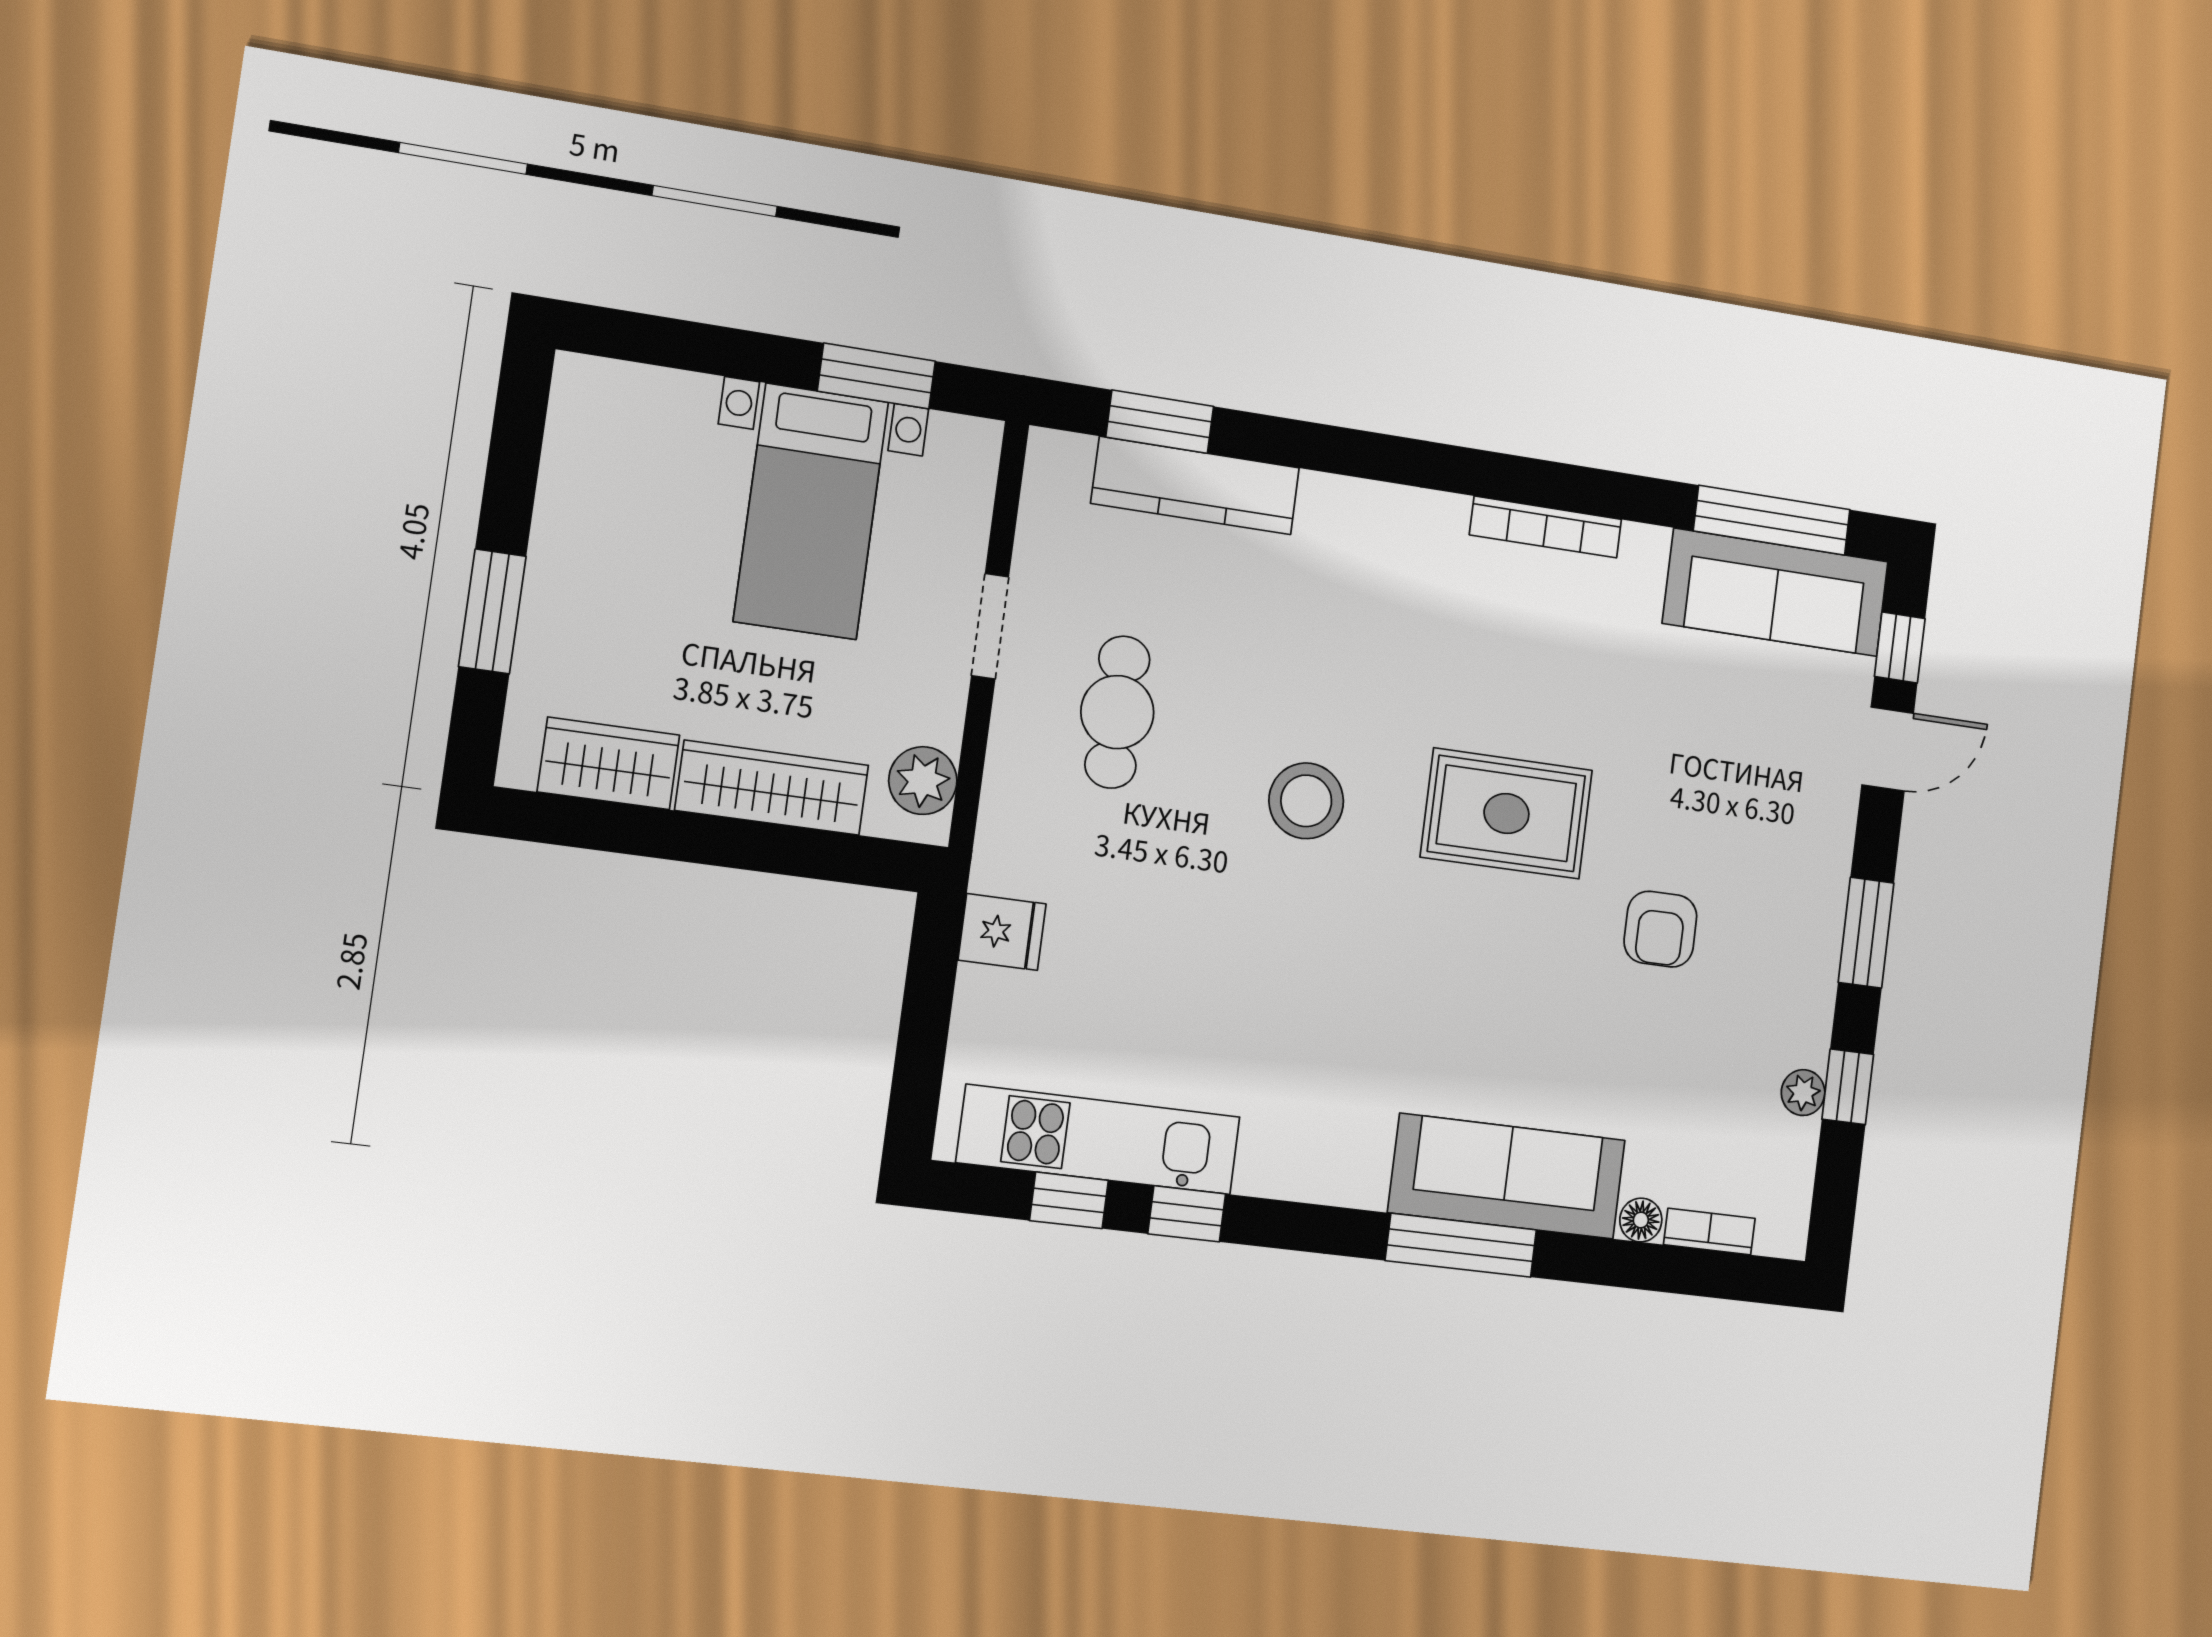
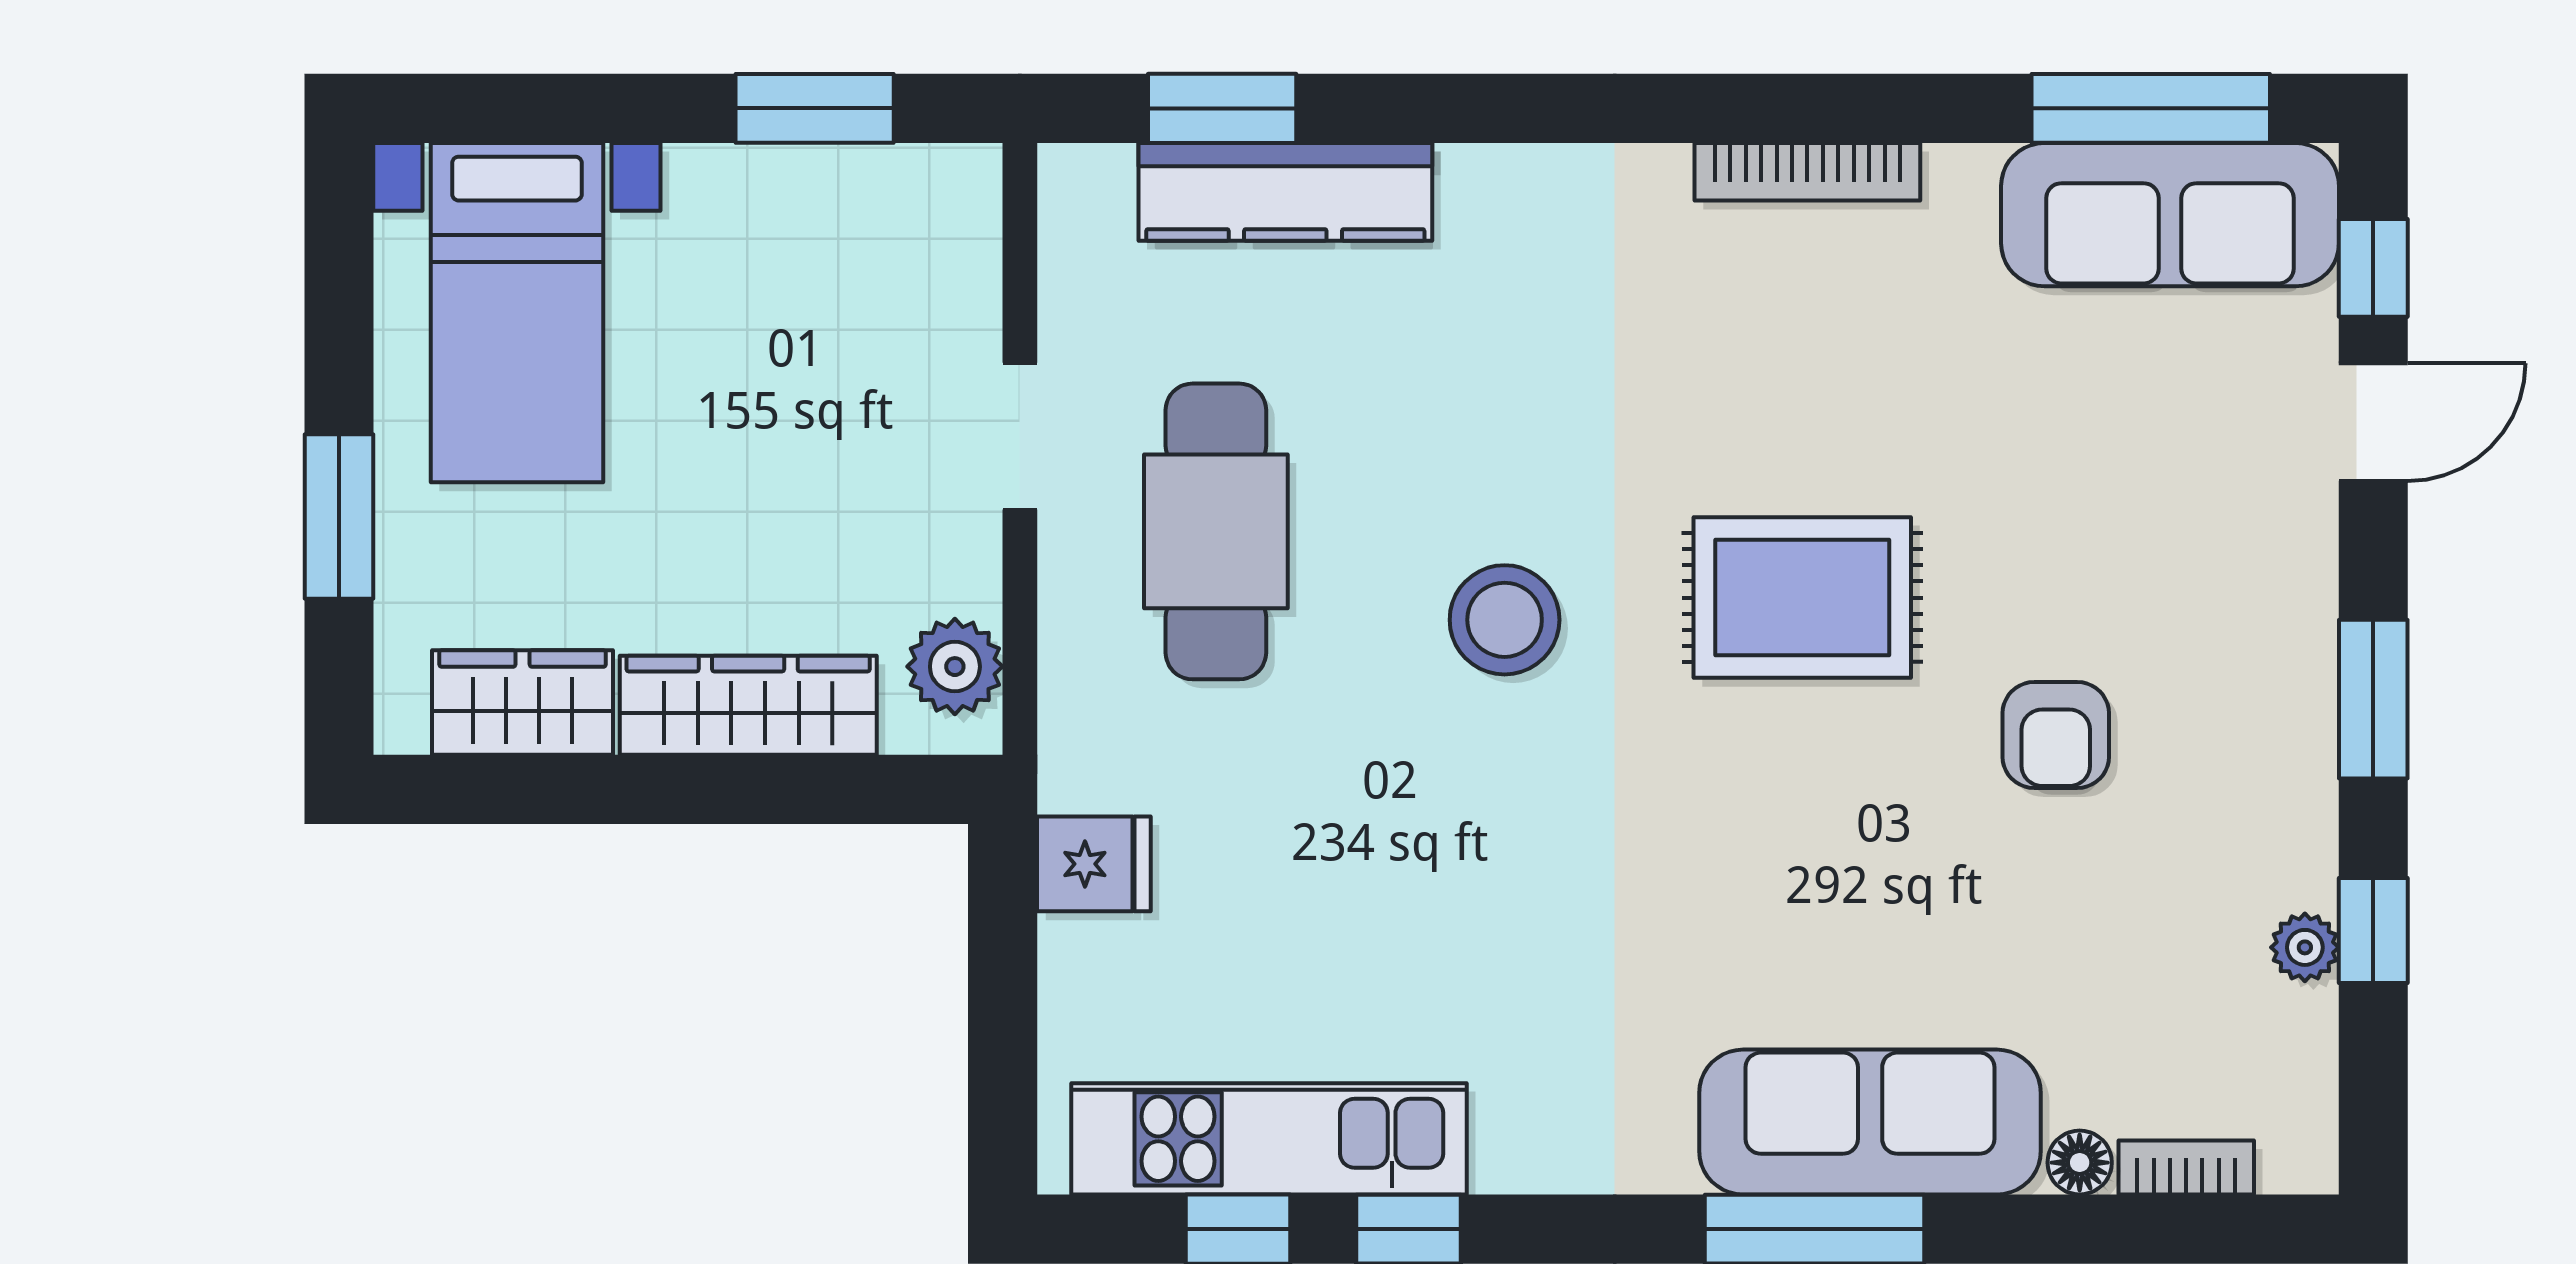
bed with nightstands: (811, 511) -> (517, 313), moved
cafe table: (1117, 712) -> (1216, 531), width x1.37, depth x1.35

